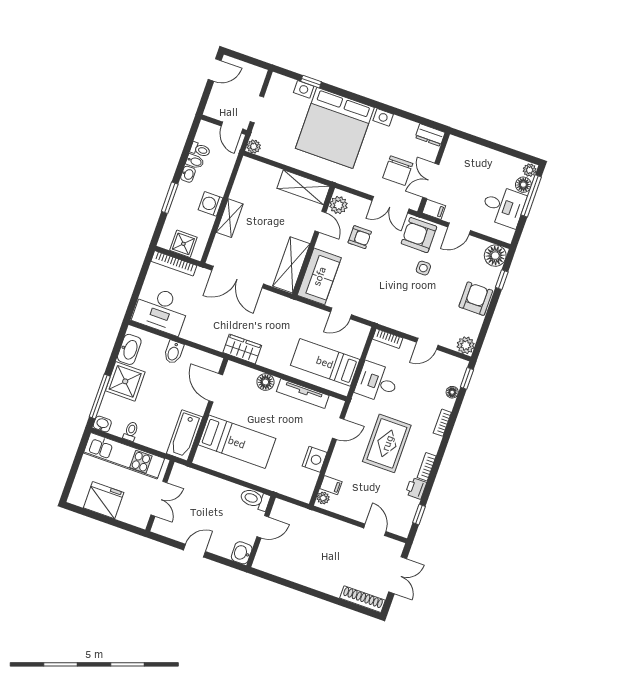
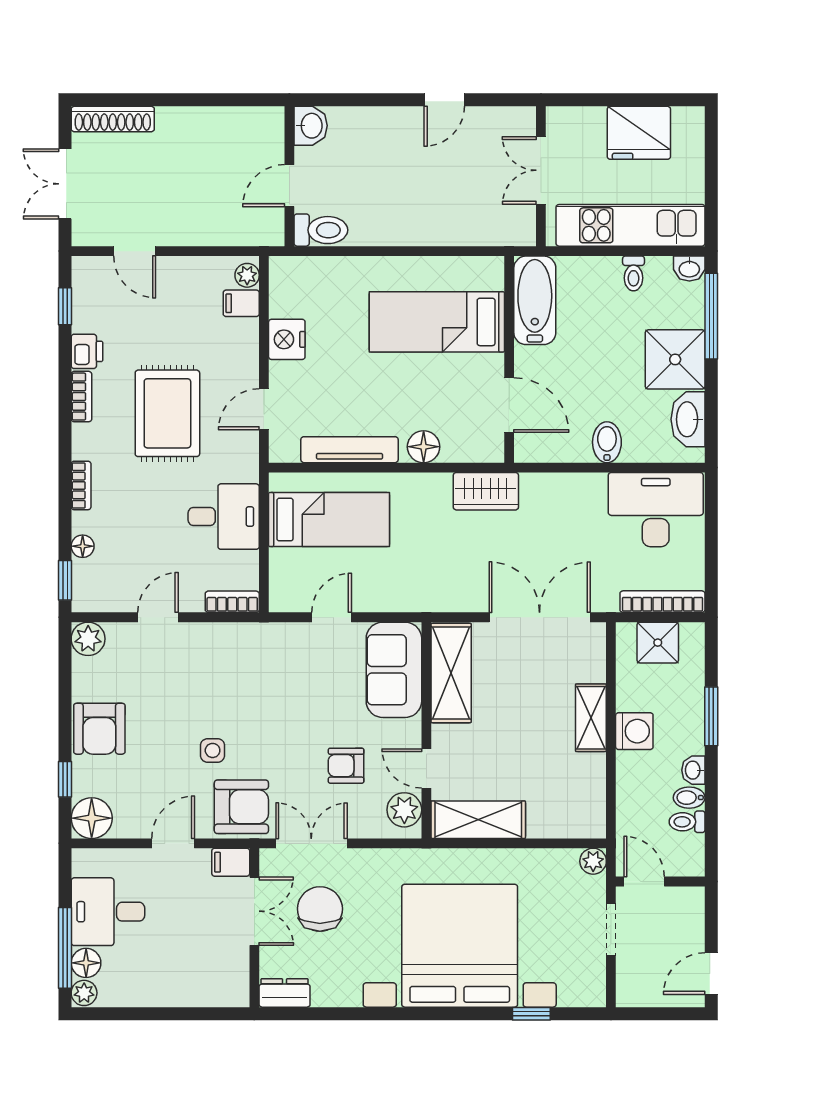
toilet: (255, 499) -> (321, 230), moved
door: (263, 527) -> (289, 186), moved
wall: (261, 531) -> (289, 176), moved
washbasin: (242, 553) -> (311, 126), moved

